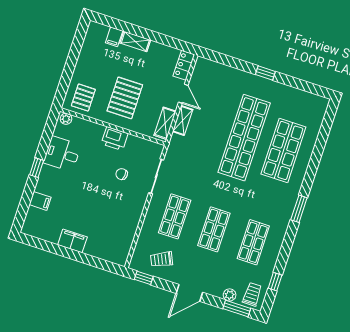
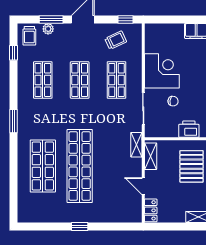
shelving: (183, 121) -> (136, 145), moved
corner desk: (123, 210) -> (162, 71), added
window: (237, 308) -> (51, 19), moved

